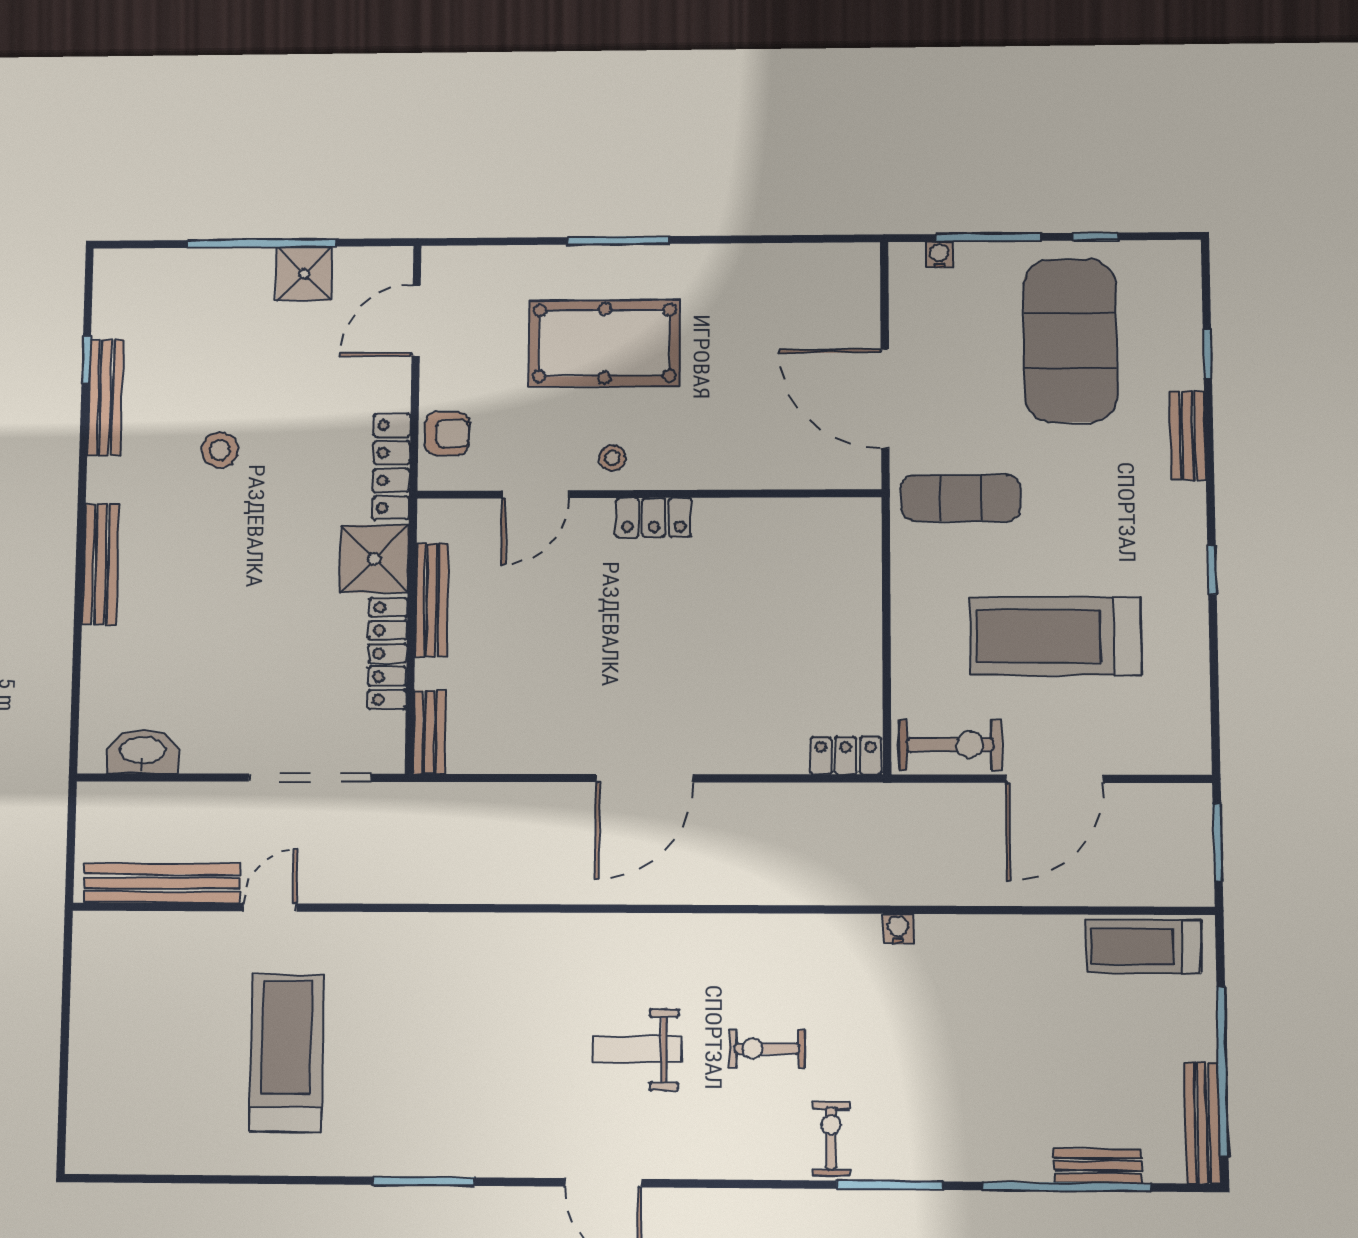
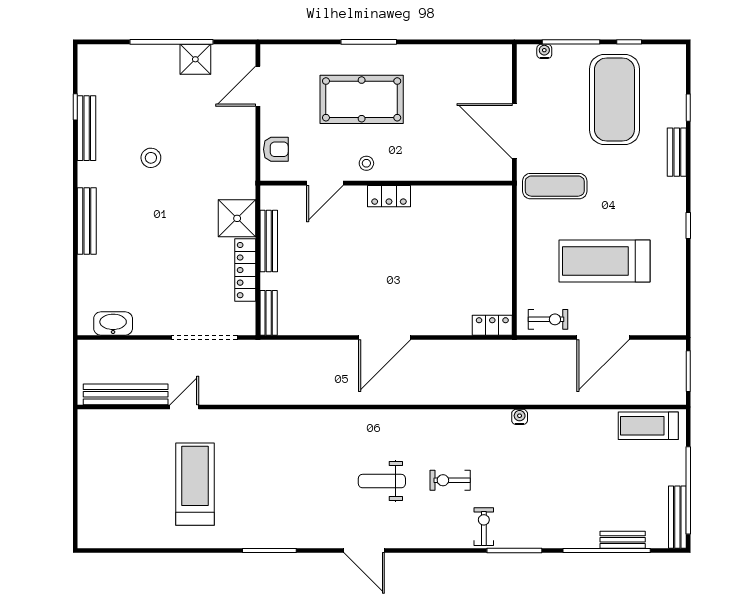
locker: (391, 467) -> (246, 167), removed
exercise bike: (950, 745) -> (548, 319), width x0.73, depth x0.72

